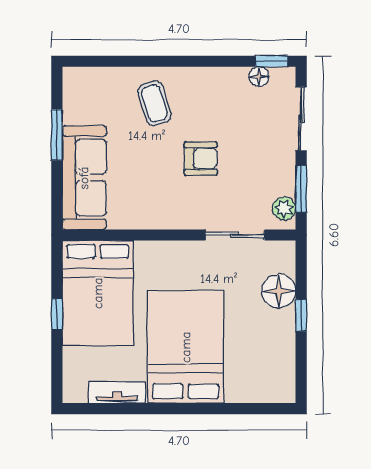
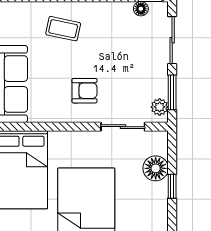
coffee table: (154, 103) -> (63, 29), turned -61
armchair: (201, 159) -> (84, 91), moved

